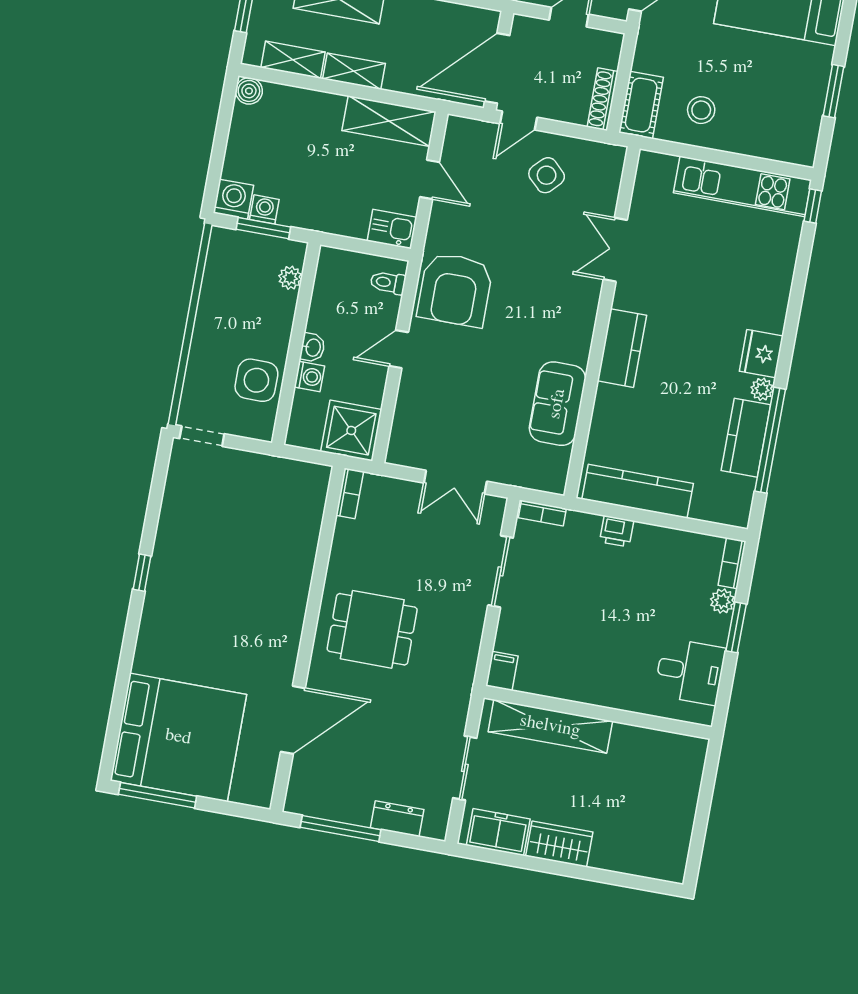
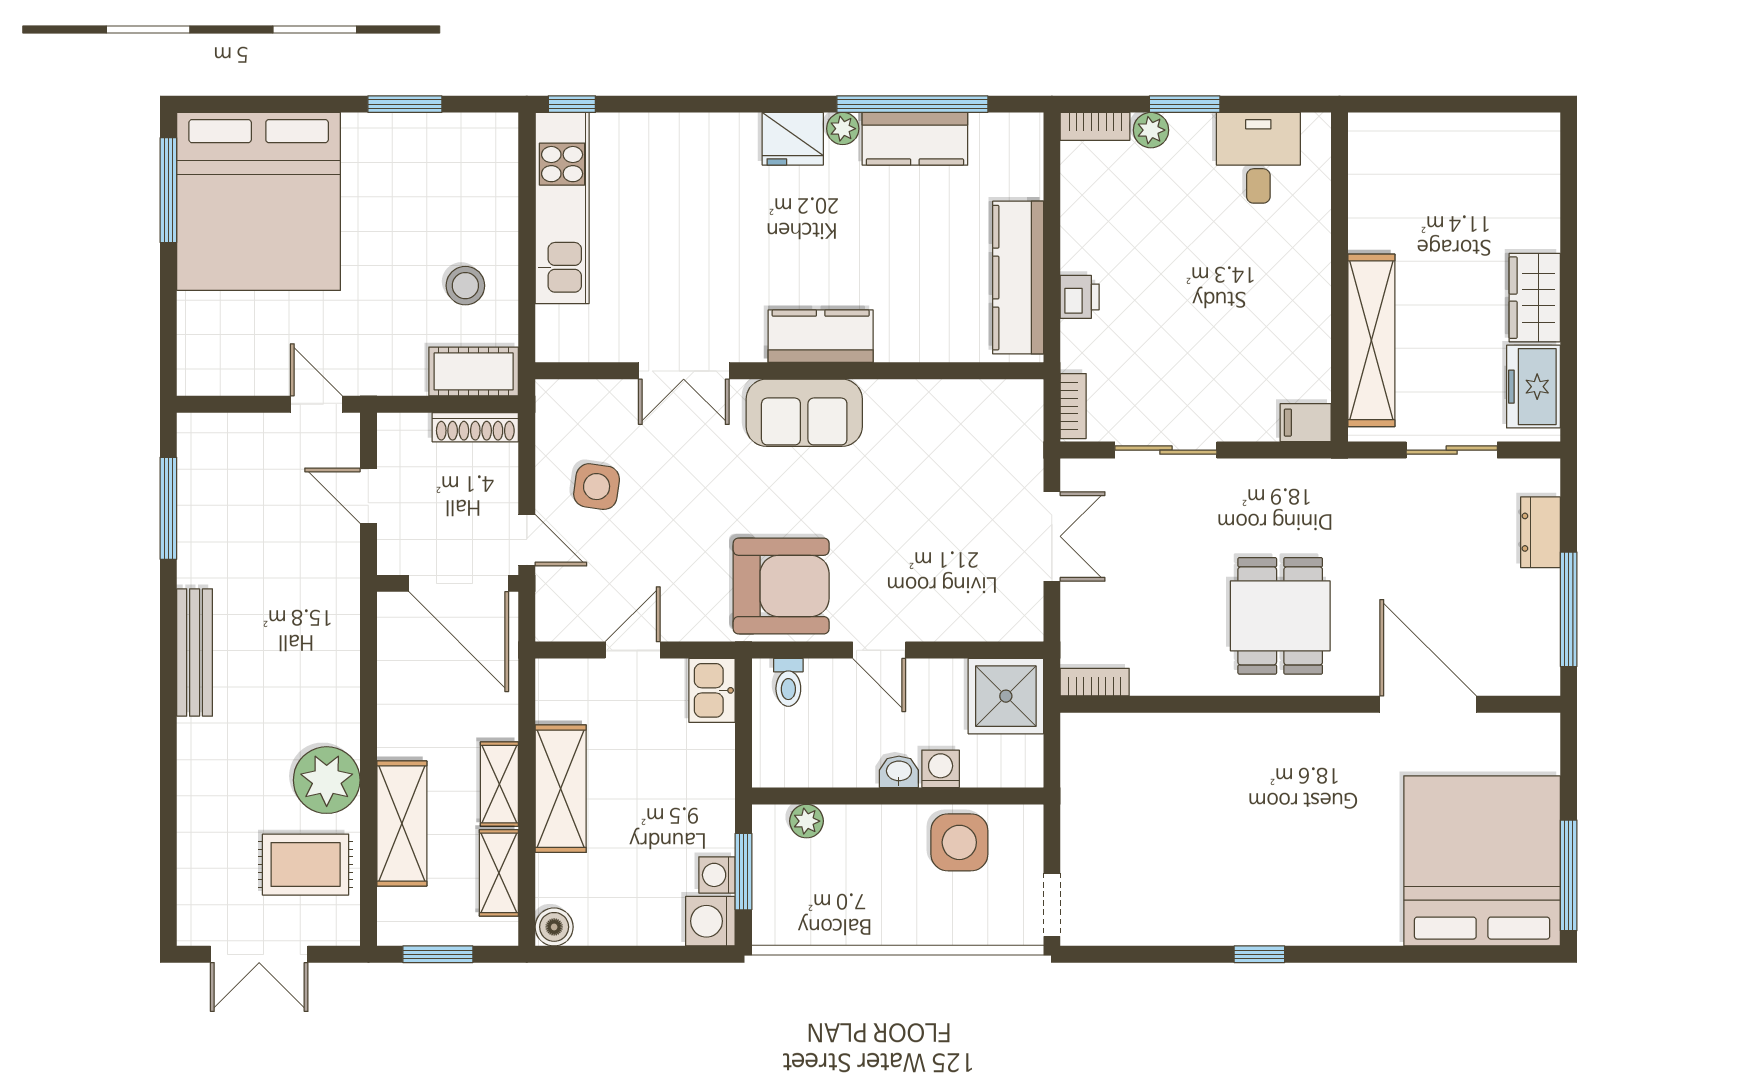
shelving: (389, 121) -> (561, 789), moved
side table: (547, 175) -> (597, 487), turned -36
sofa: (557, 404) -> (804, 413), moved

